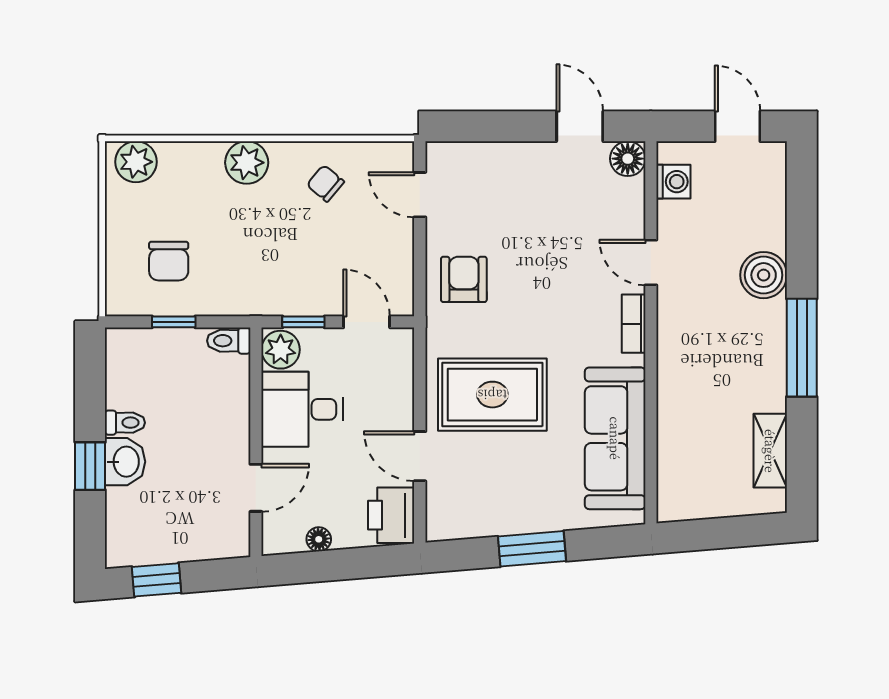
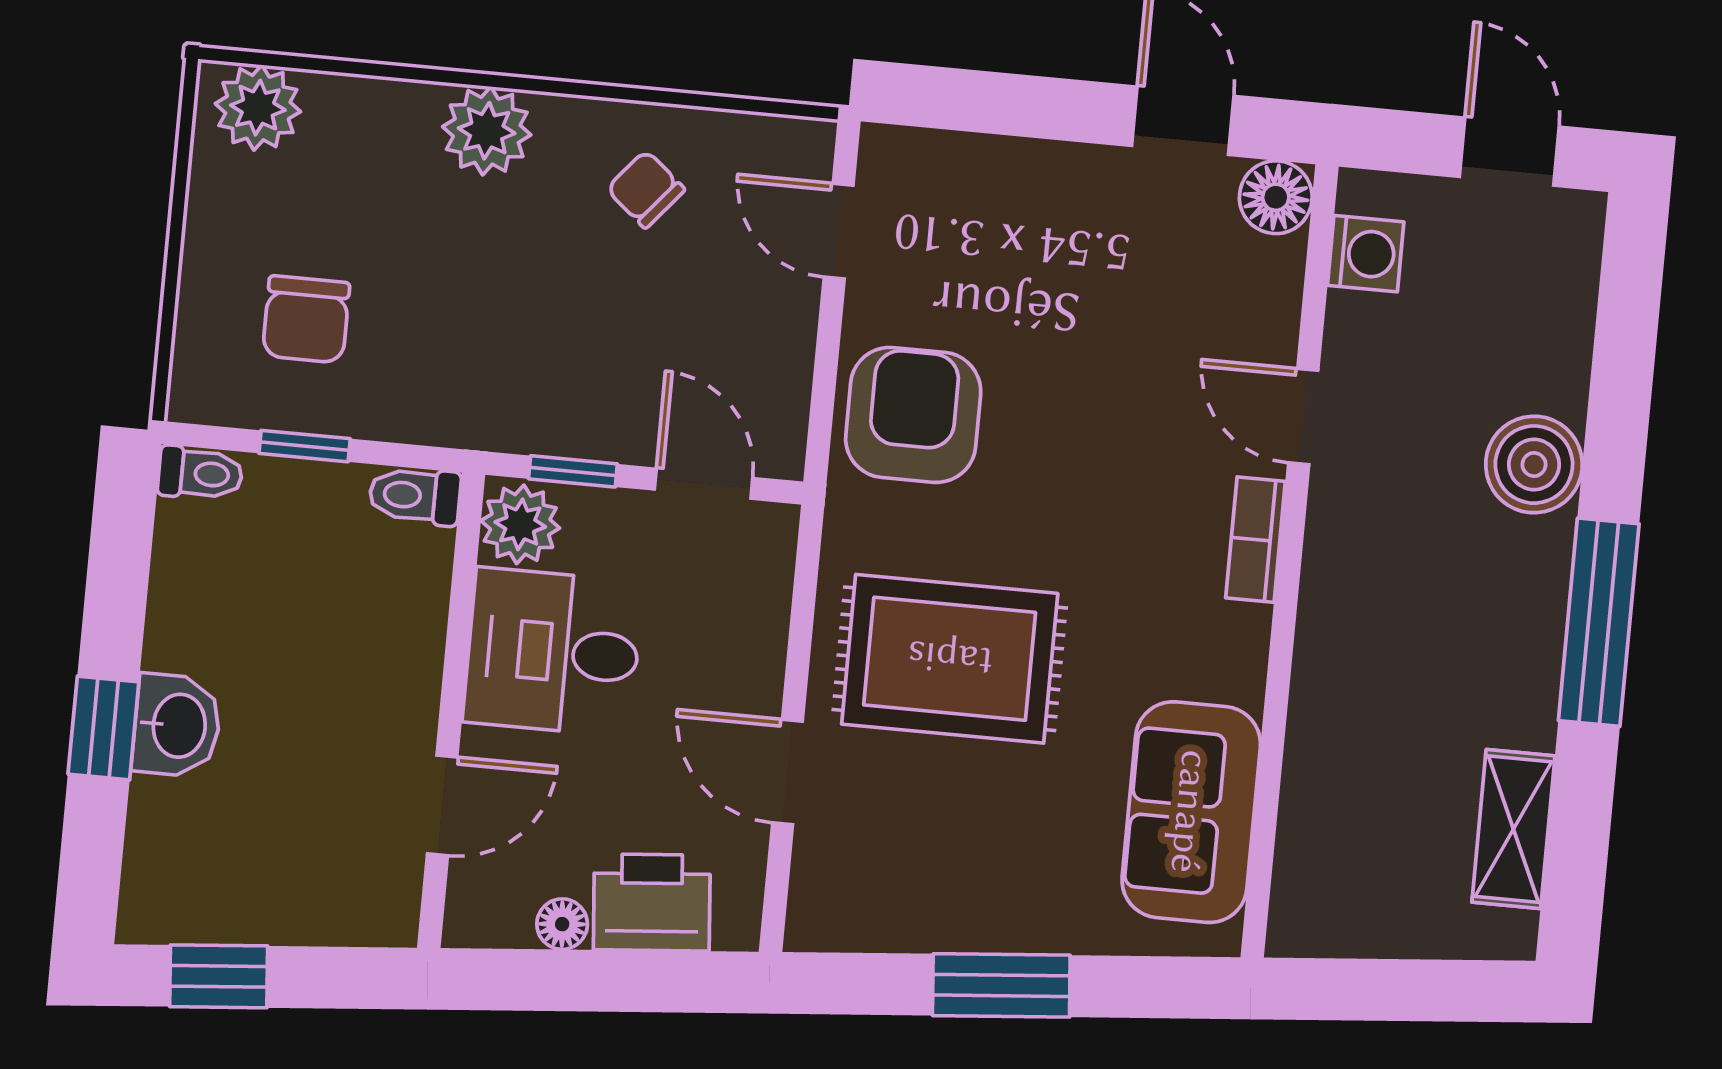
armchair: (464, 279) -> (913, 415), width x1.38, depth x1.38
toilet: (125, 423) -> (200, 473), moved
sofa: (615, 438) -> (1191, 812), width x0.73
printer: (391, 515) -> (652, 902), moved, turned 85

